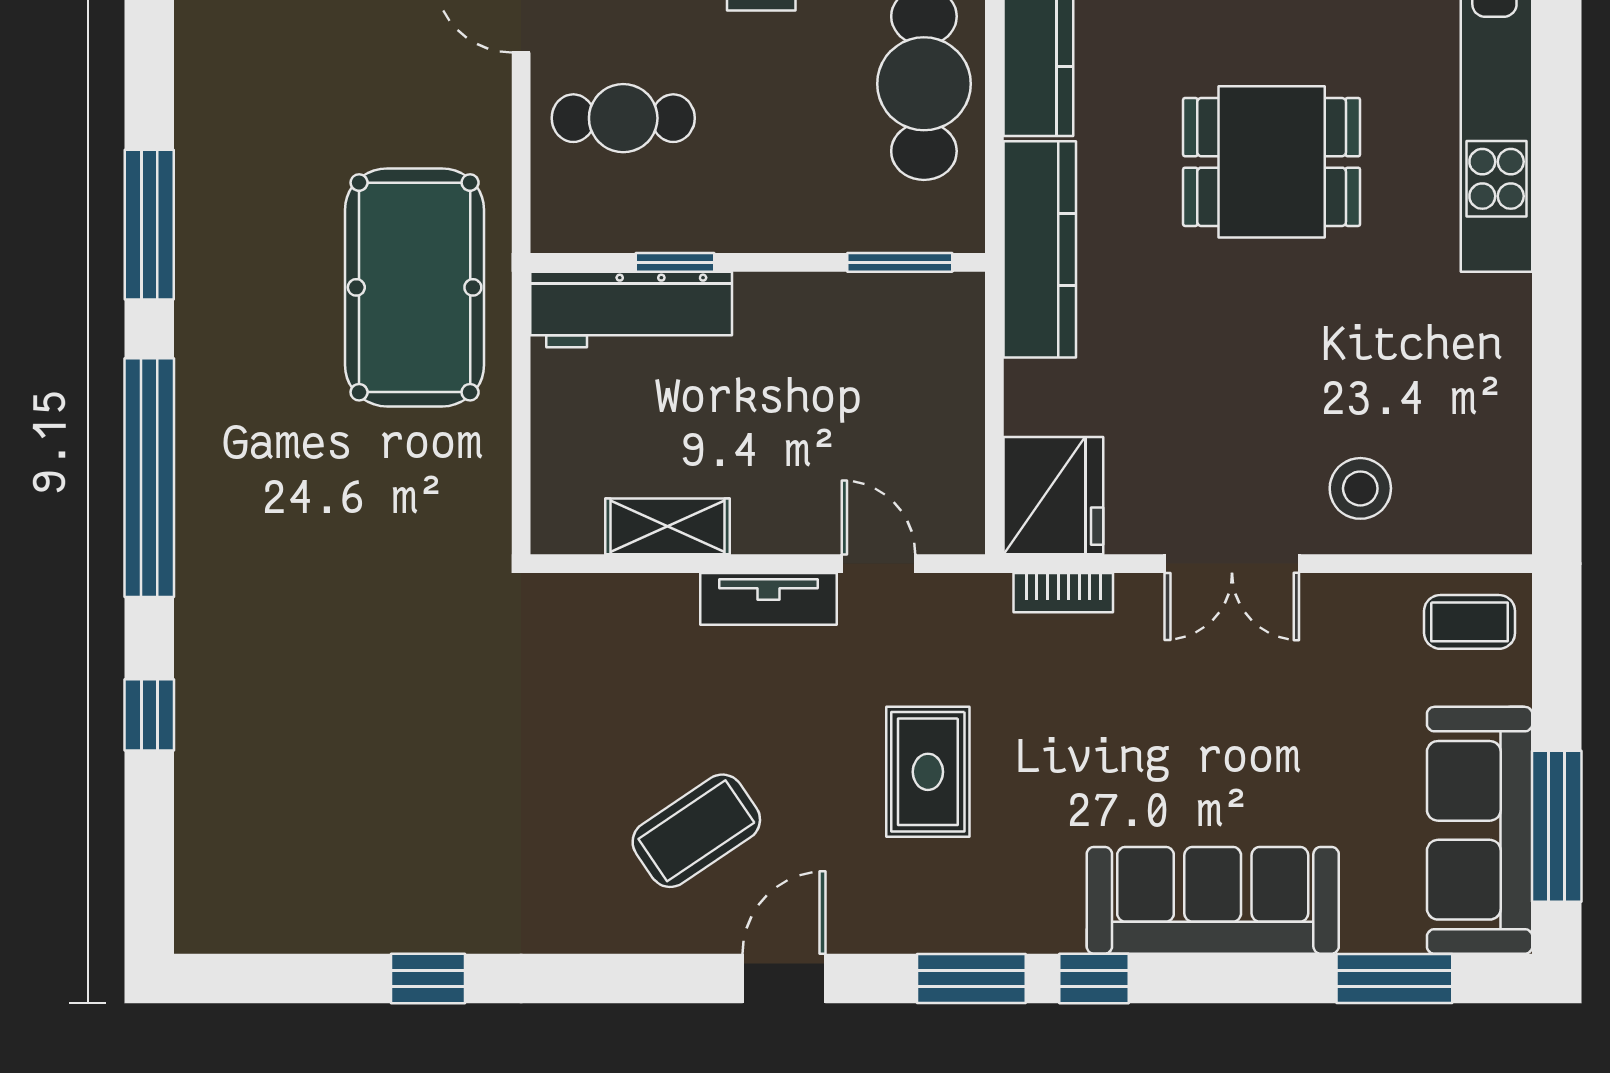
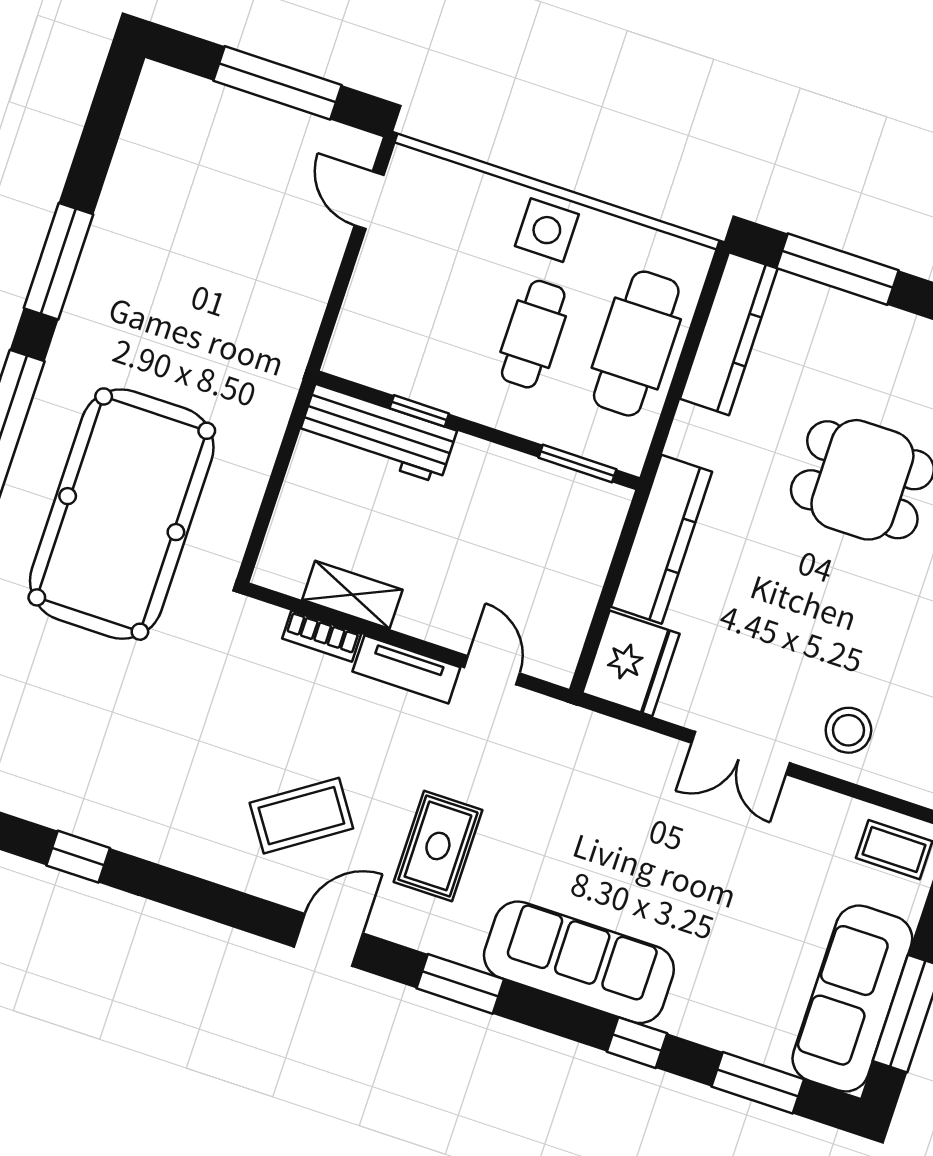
cafe table: (623, 118) -> (533, 334), moved, turned 90
kitchen counter: (1040, 249) -> (662, 539), moved
pool table: (415, 287) -> (122, 514), moved, width x1.36, depth x1.32
bookcase: (1063, 593) -> (322, 636), moved
rug: (928, 772) -> (438, 846), moved
sofa: (1213, 900) -> (579, 962), moved
window: (1094, 978) -> (637, 1043), moved

